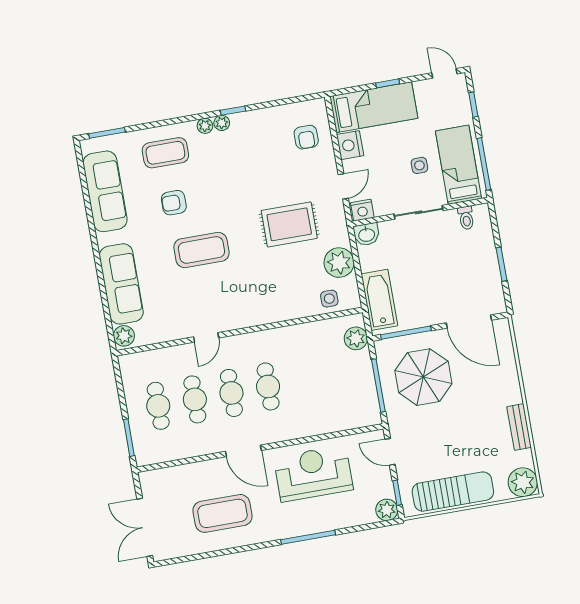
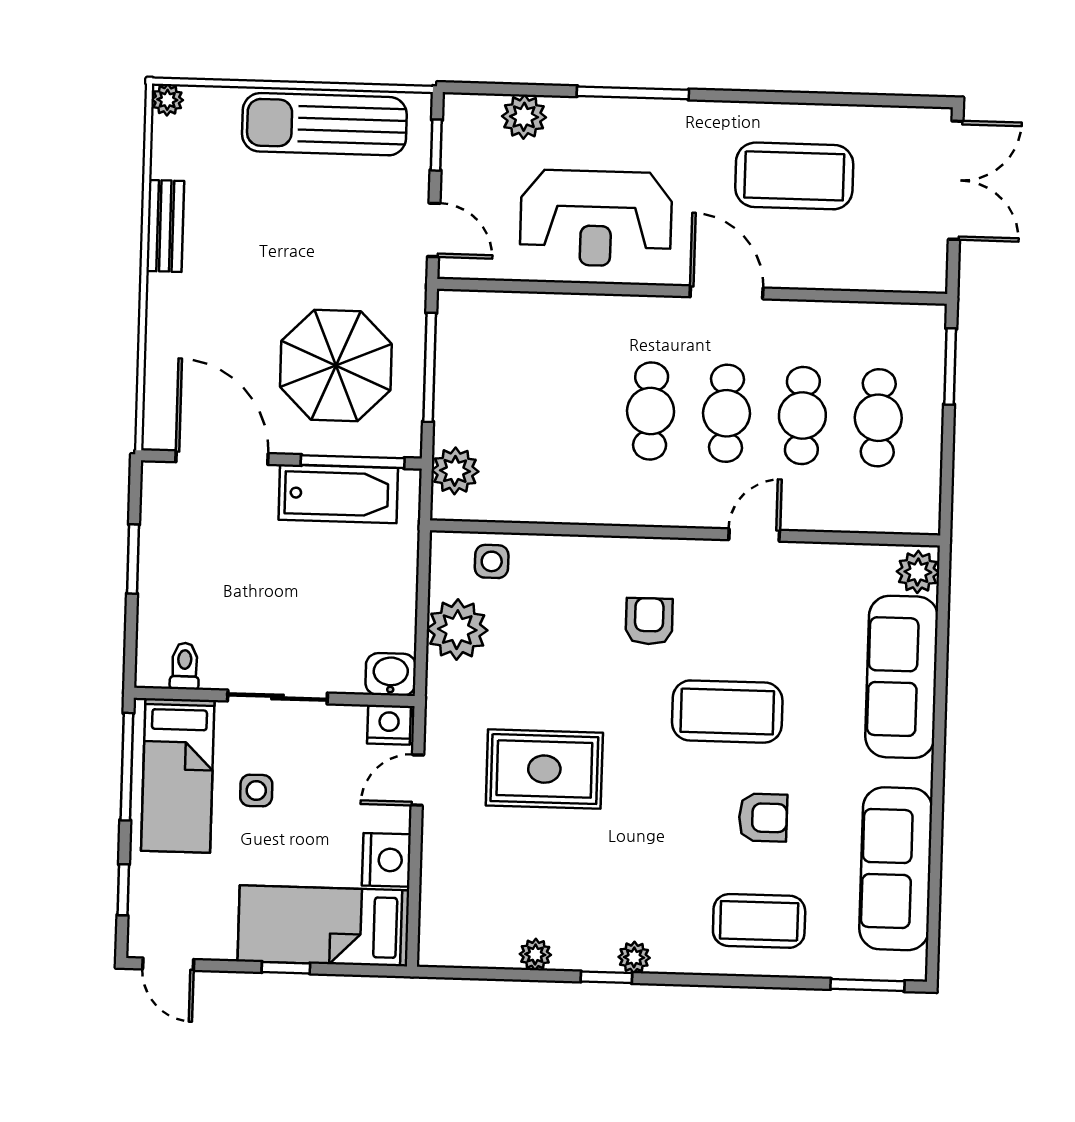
plant: (205, 126) -> (535, 954), moved
armchair: (306, 137) -> (649, 621), moved
rug: (289, 224) -> (544, 769), moved
bathtub: (379, 300) -> (338, 494), moved, turned -90
plant: (523, 482) -> (167, 100), width x0.53, depth x0.53
plant: (387, 510) -> (524, 117), moved

